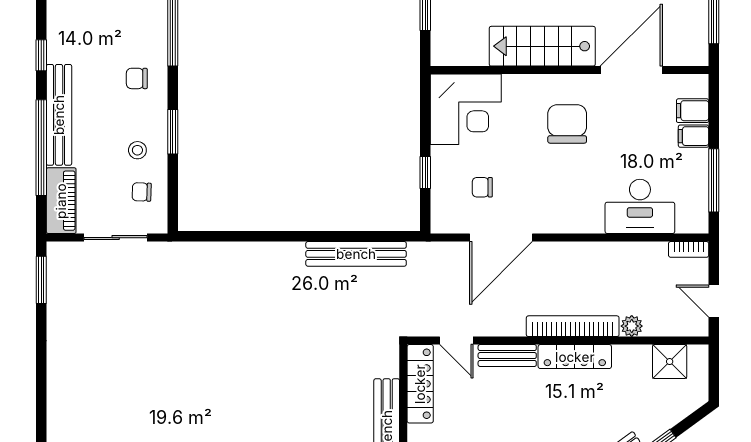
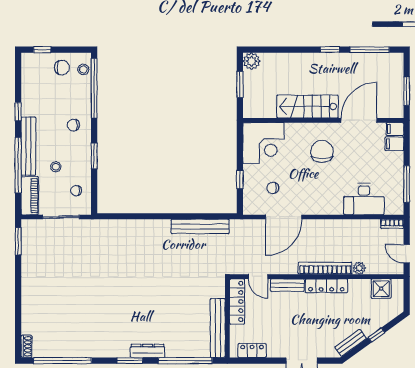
filing cabinet: (694, 136) -> (395, 129), moved
stool: (137, 150) -> (56, 167), moved

